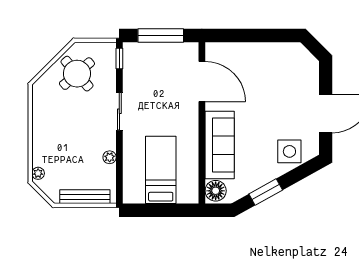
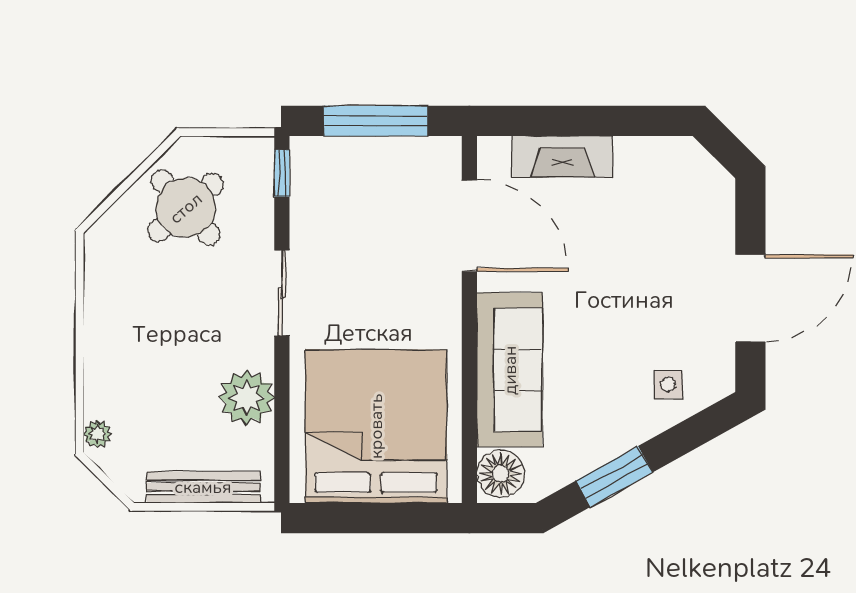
fireplace: (243, 51) -> (562, 156), added
side table: (289, 151) -> (668, 384), width x0.54, depth x0.54
plant: (110, 157) -> (247, 398), width x1.87, depth x1.87
bed: (161, 170) -> (376, 426), width x2.04

